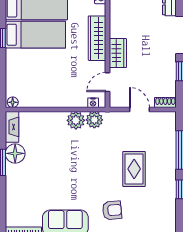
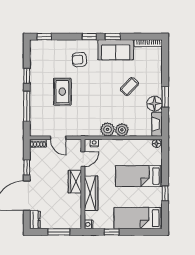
bed: (35, 35) -> (139, 176), moved
plant: (94, 120) -> (122, 130), moved
coffee table: (48, 175) -> (129, 87), added

